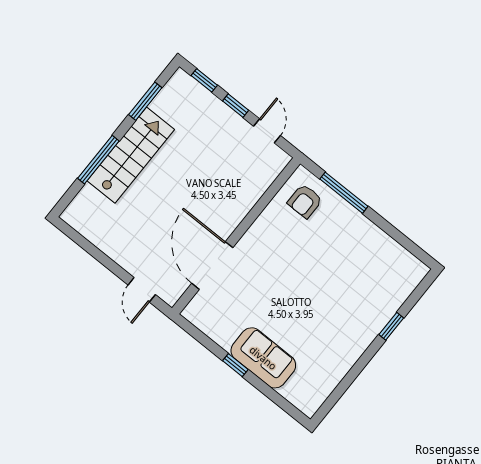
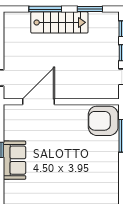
armchair: (305, 201) -> (103, 121), width x1.88, depth x1.88

